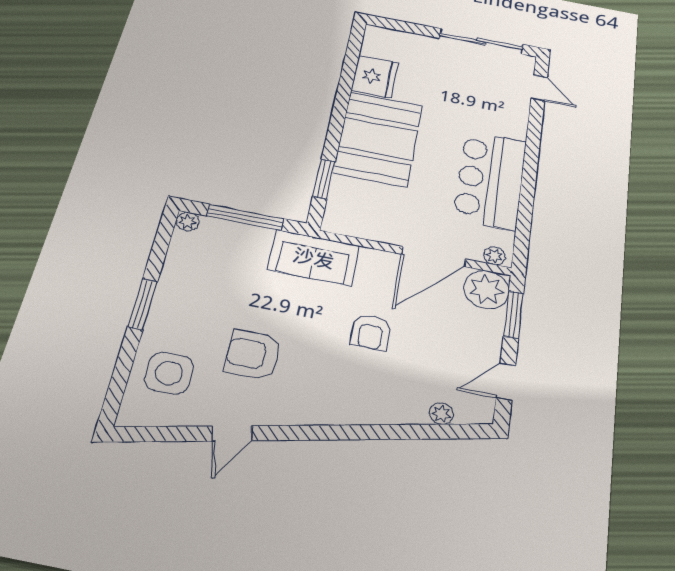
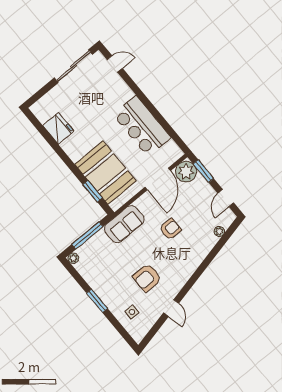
booth: (378, 139) -> (105, 173), moved
plant: (495, 256) -> (175, 156), removed
armchair: (371, 332) -> (170, 229), turned -90
side table: (169, 373) -> (132, 312), width x0.54, depth x0.54

